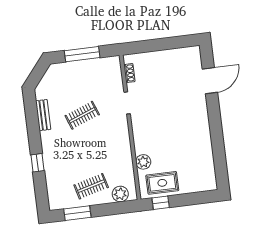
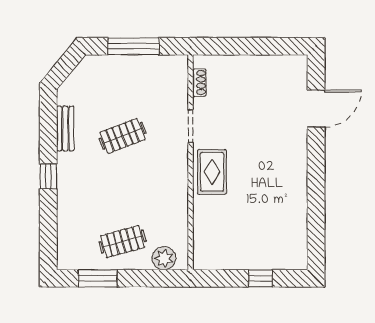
plant: (143, 162) -> (204, 215), removed
window: (38, 163) -> (48, 176), moved
rug: (162, 183) -> (212, 172), moved, turned 90
window: (161, 203) -> (261, 278), moved

